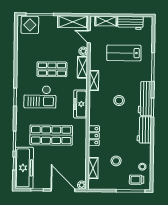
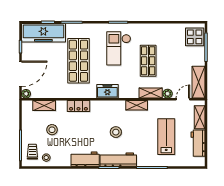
freezer: (80, 104) -> (107, 91), width x0.71

